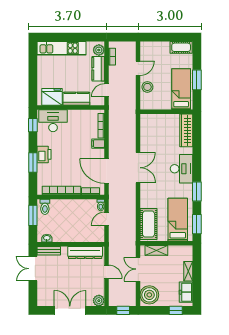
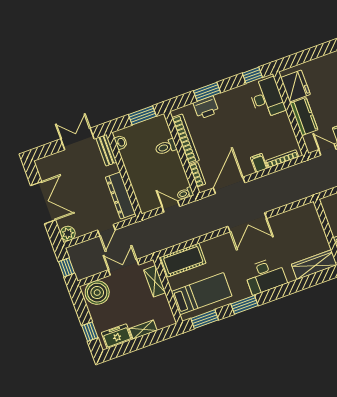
printer: (44, 154) -> (206, 108), moved
toilet: (45, 207) -> (166, 147), moved

